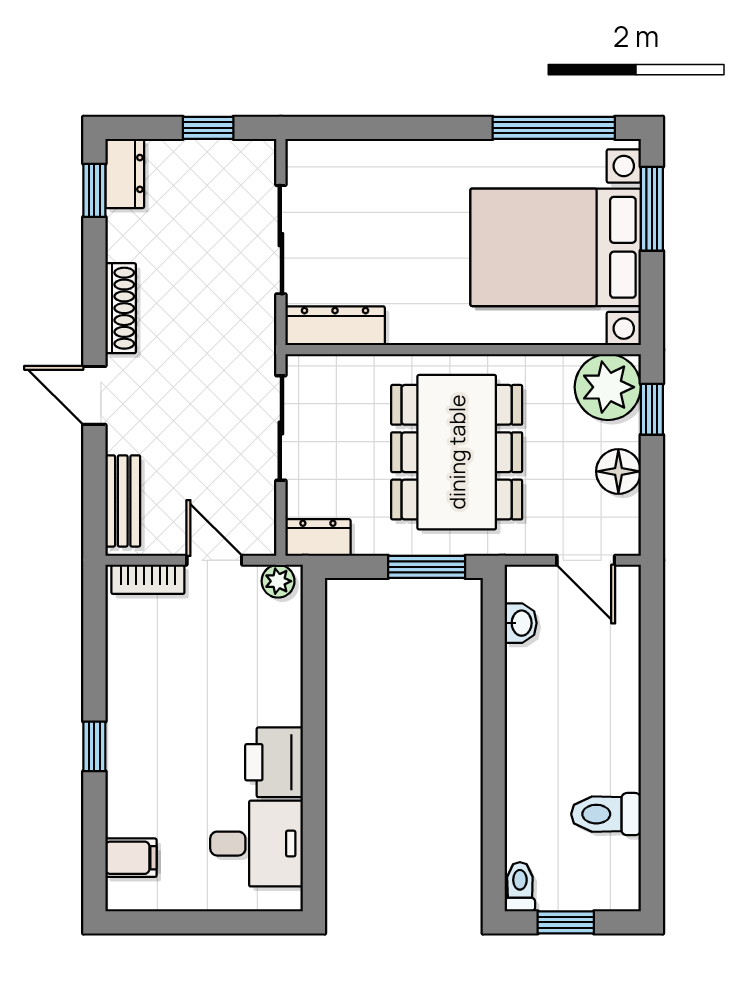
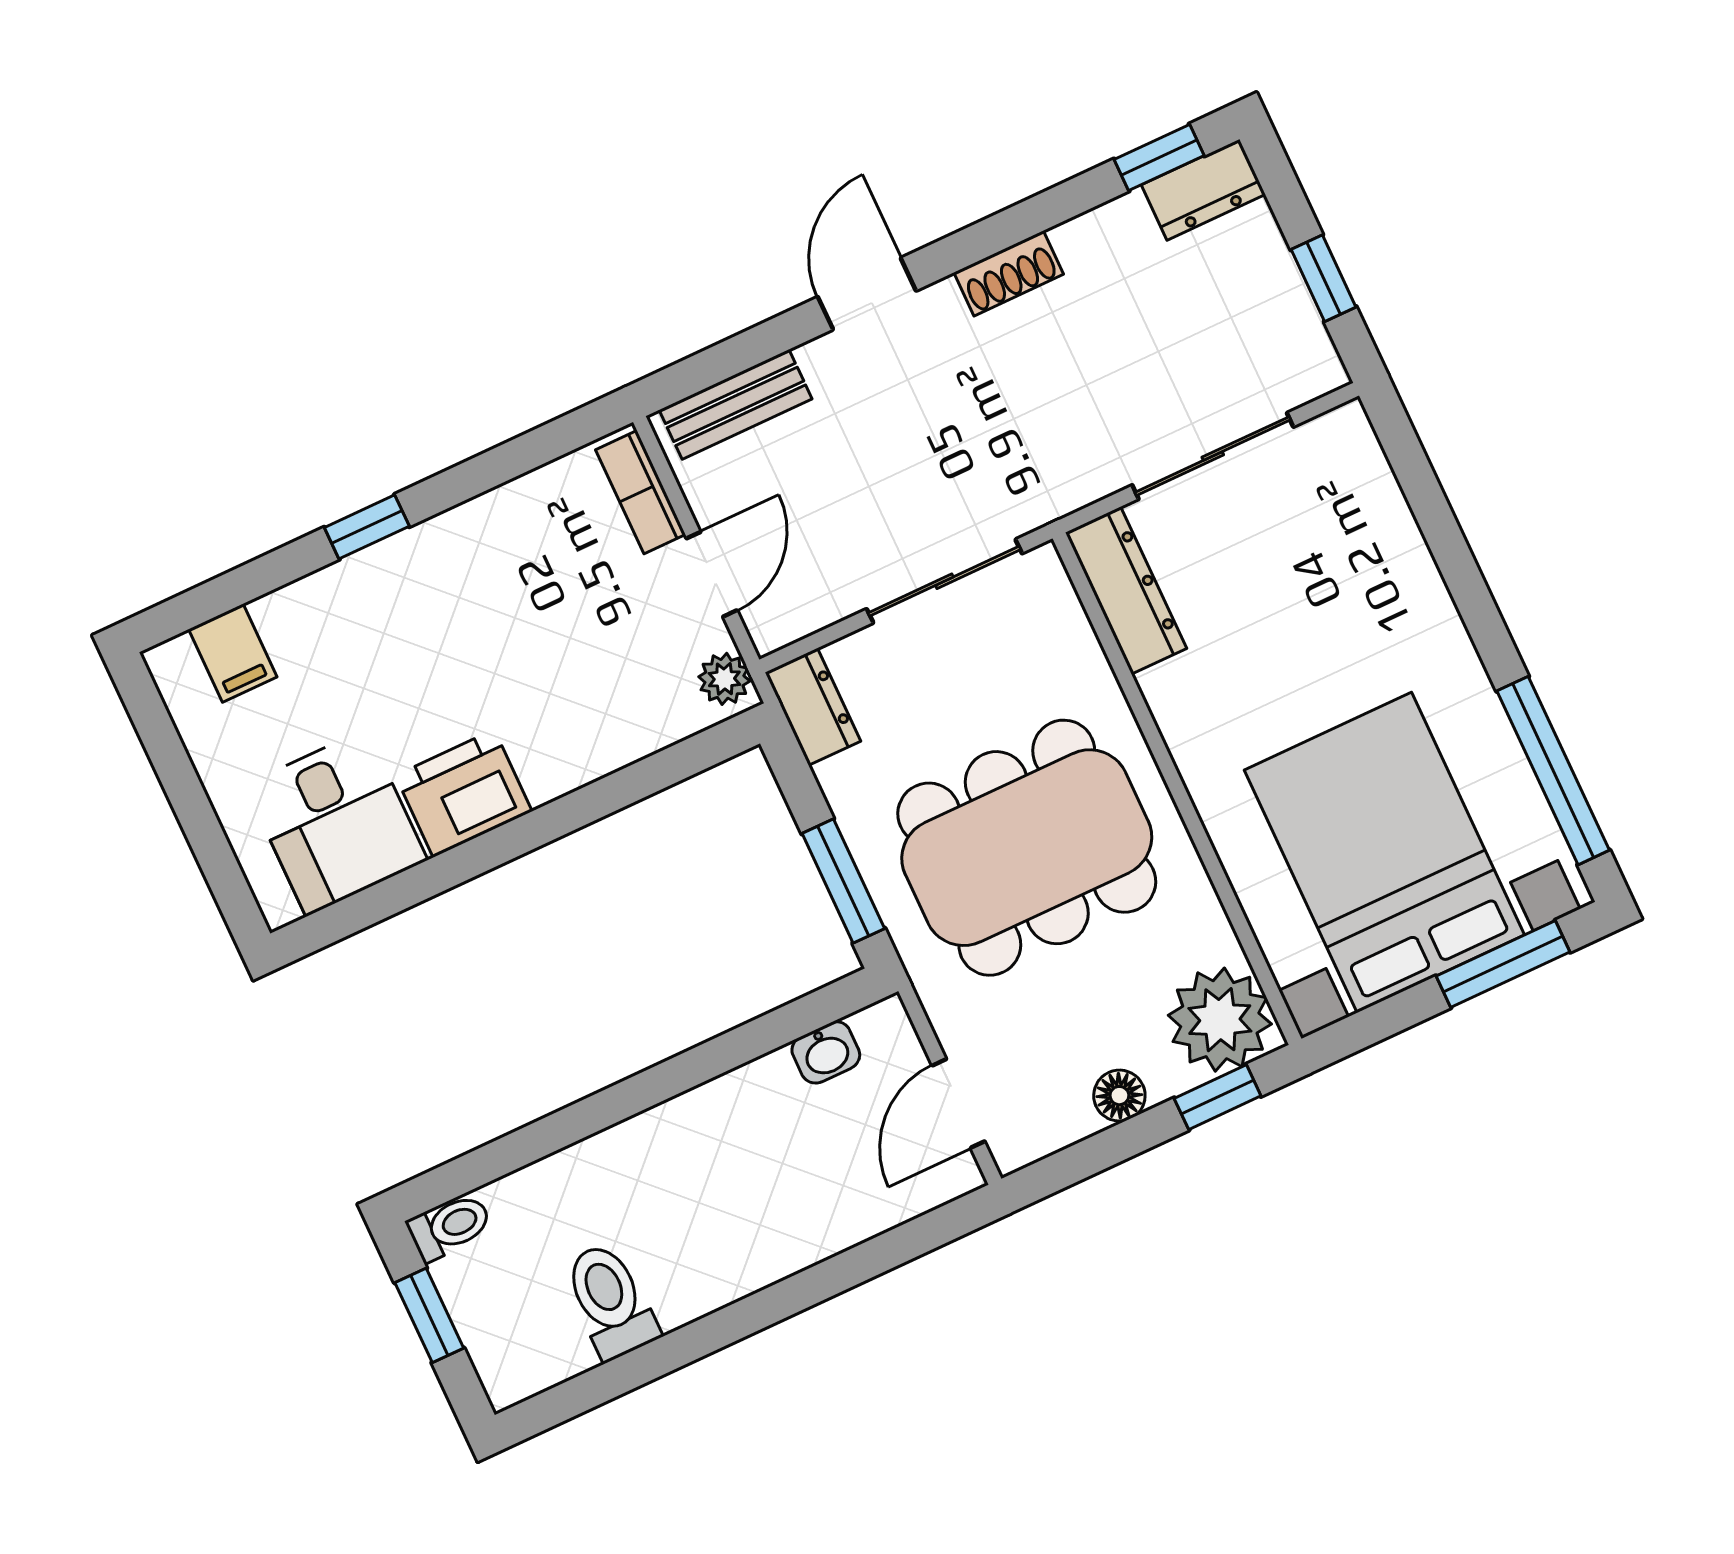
shoe rack: (121, 308) -> (1009, 273), width x0.70
floor lamp: (618, 471) -> (1119, 1096), width x0.73, depth x0.73

